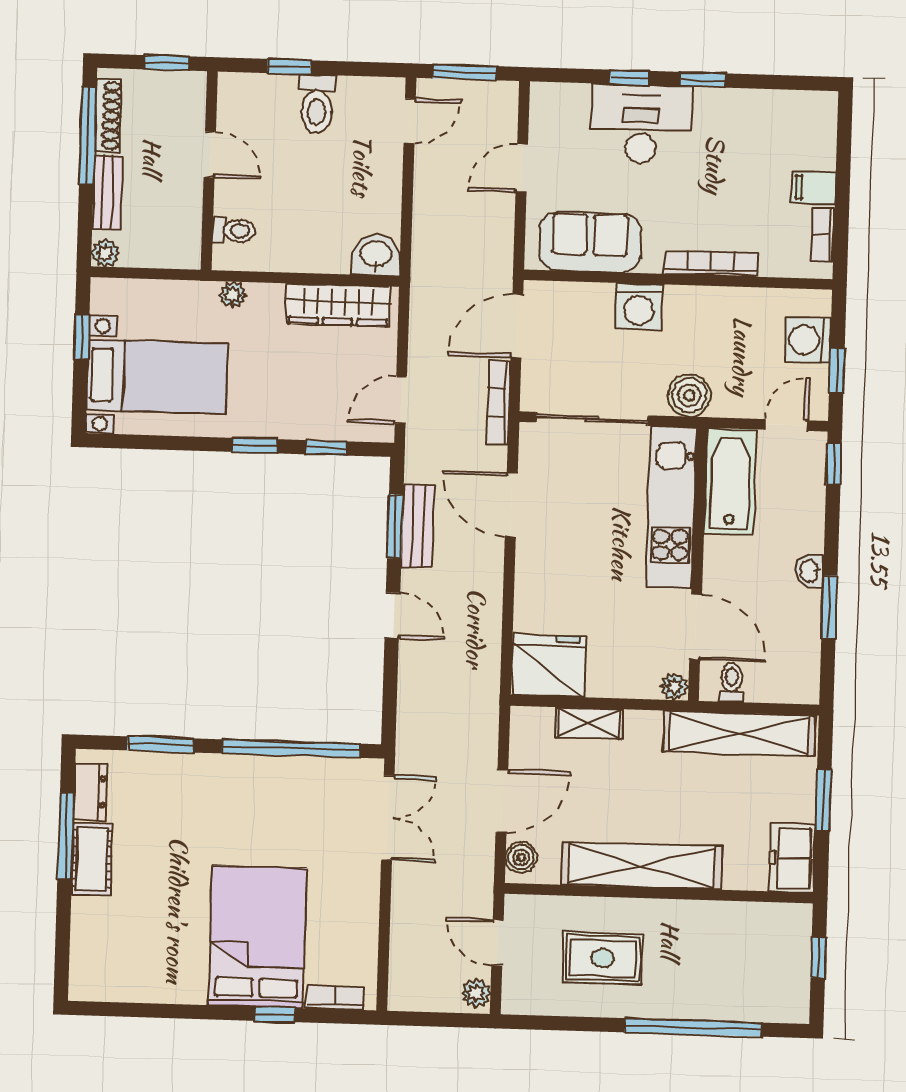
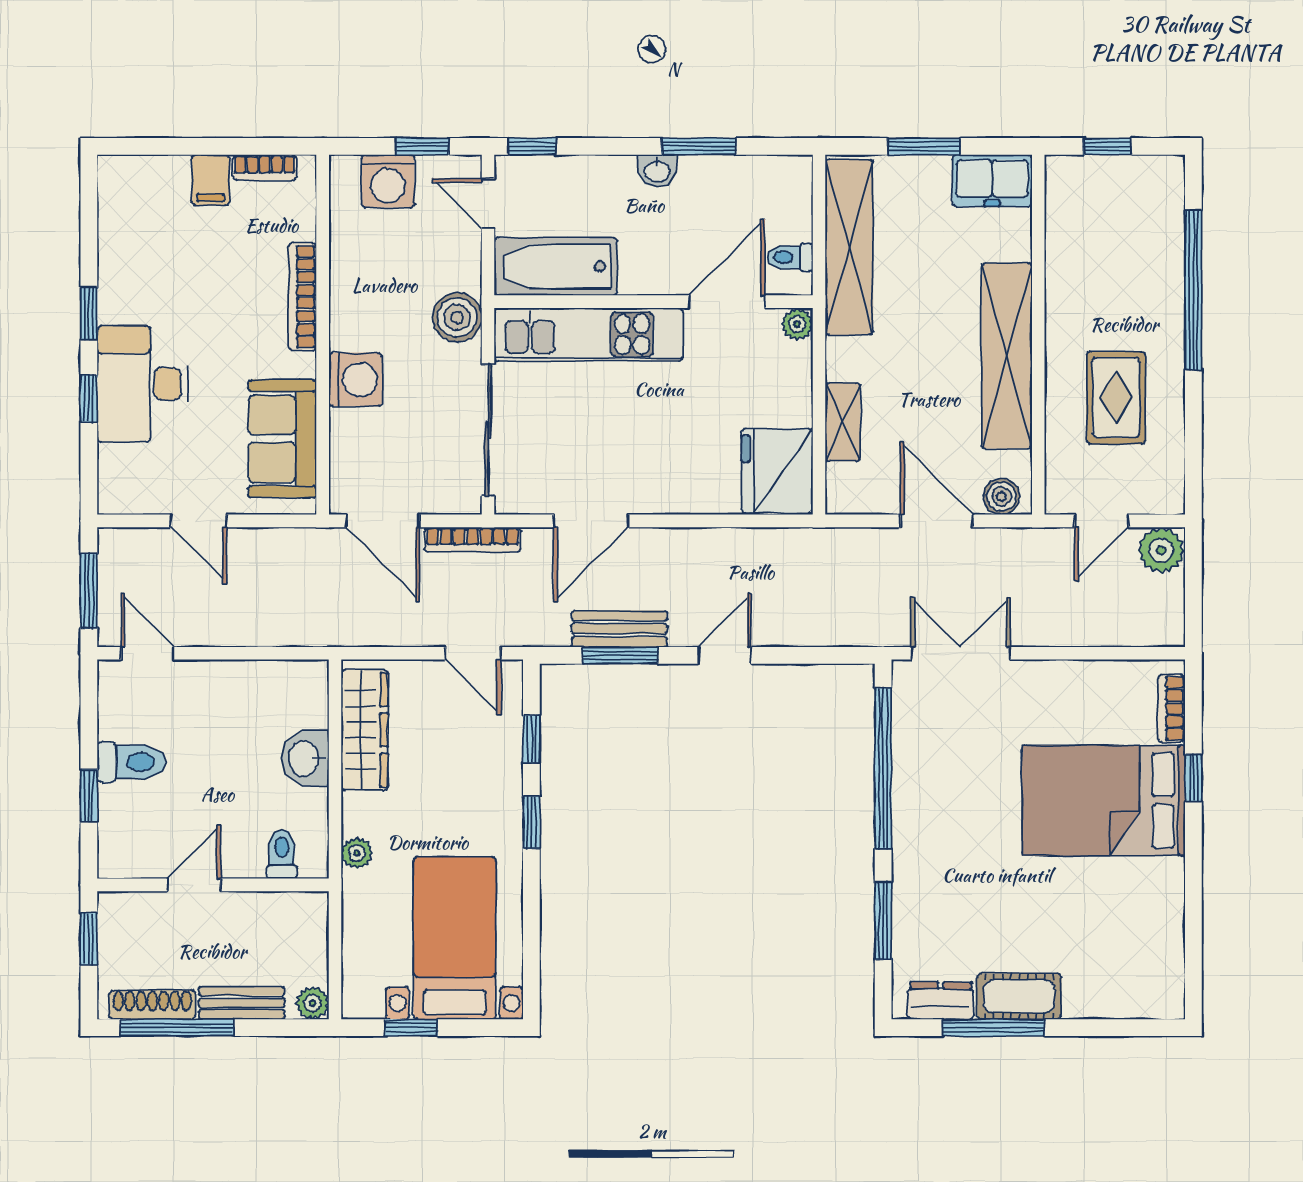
washbasin: (376, 255) -> (305, 758), moved
plant: (476, 993) -> (1161, 550), width x1.38, depth x1.38

